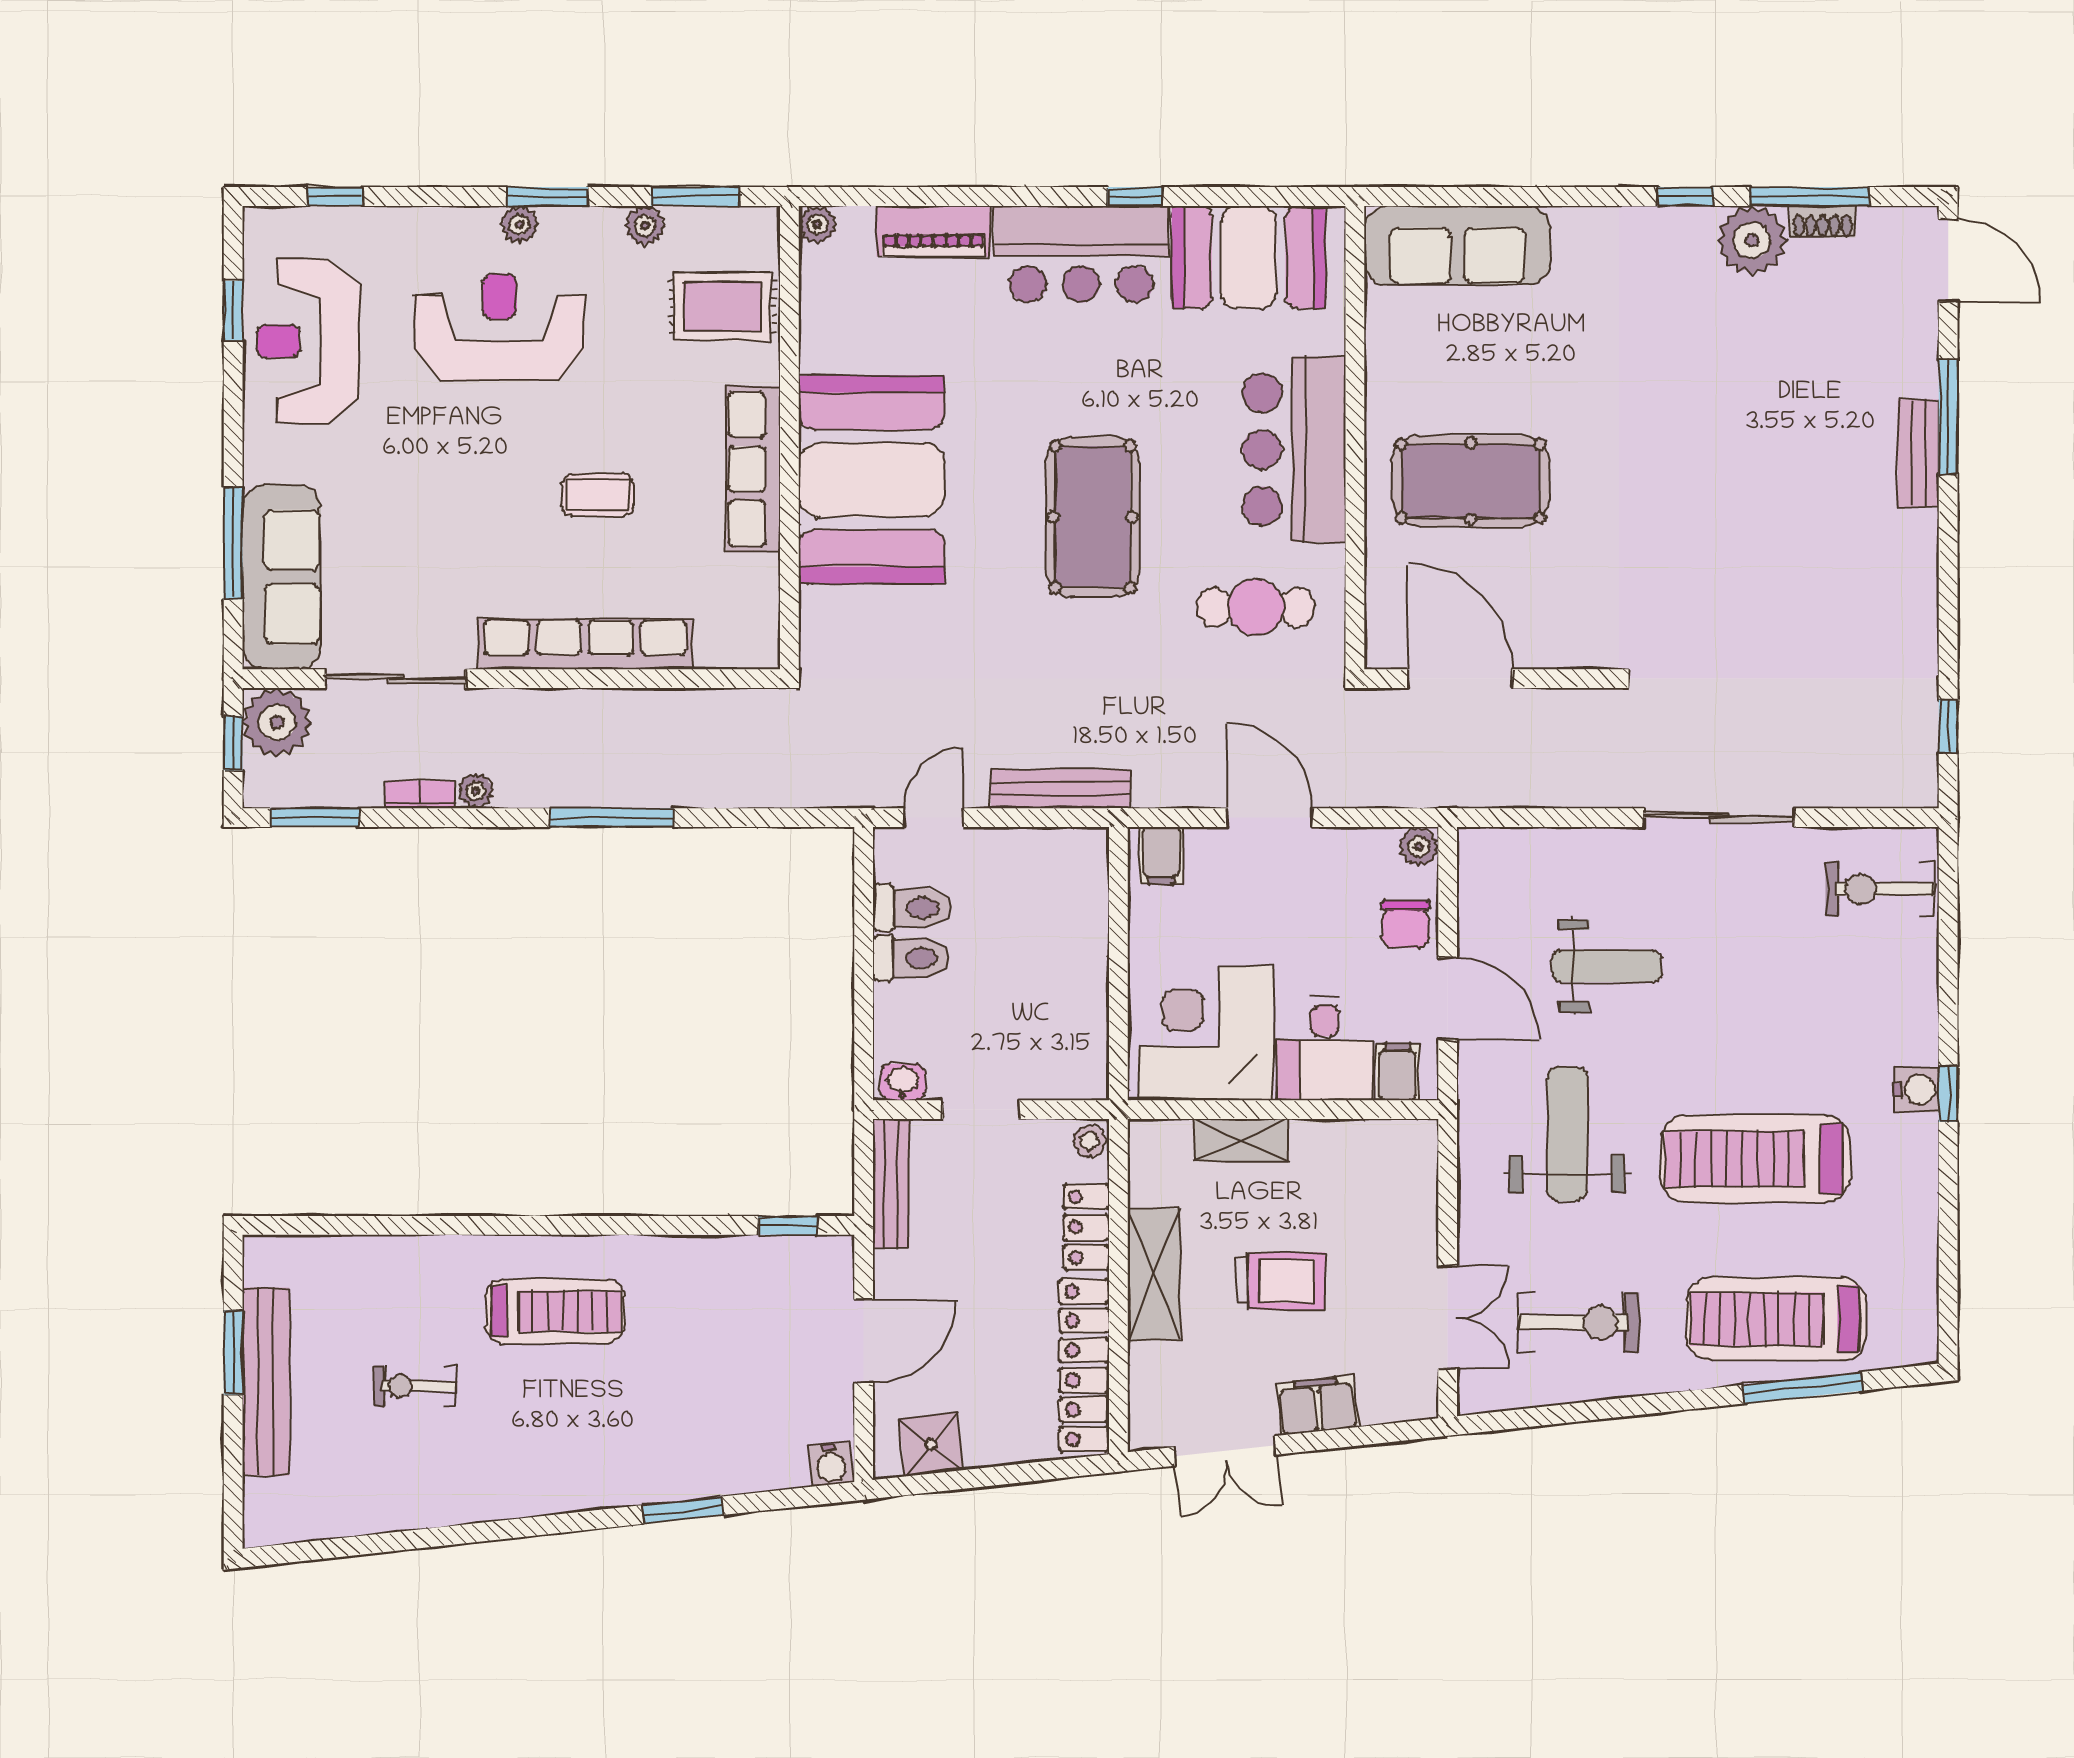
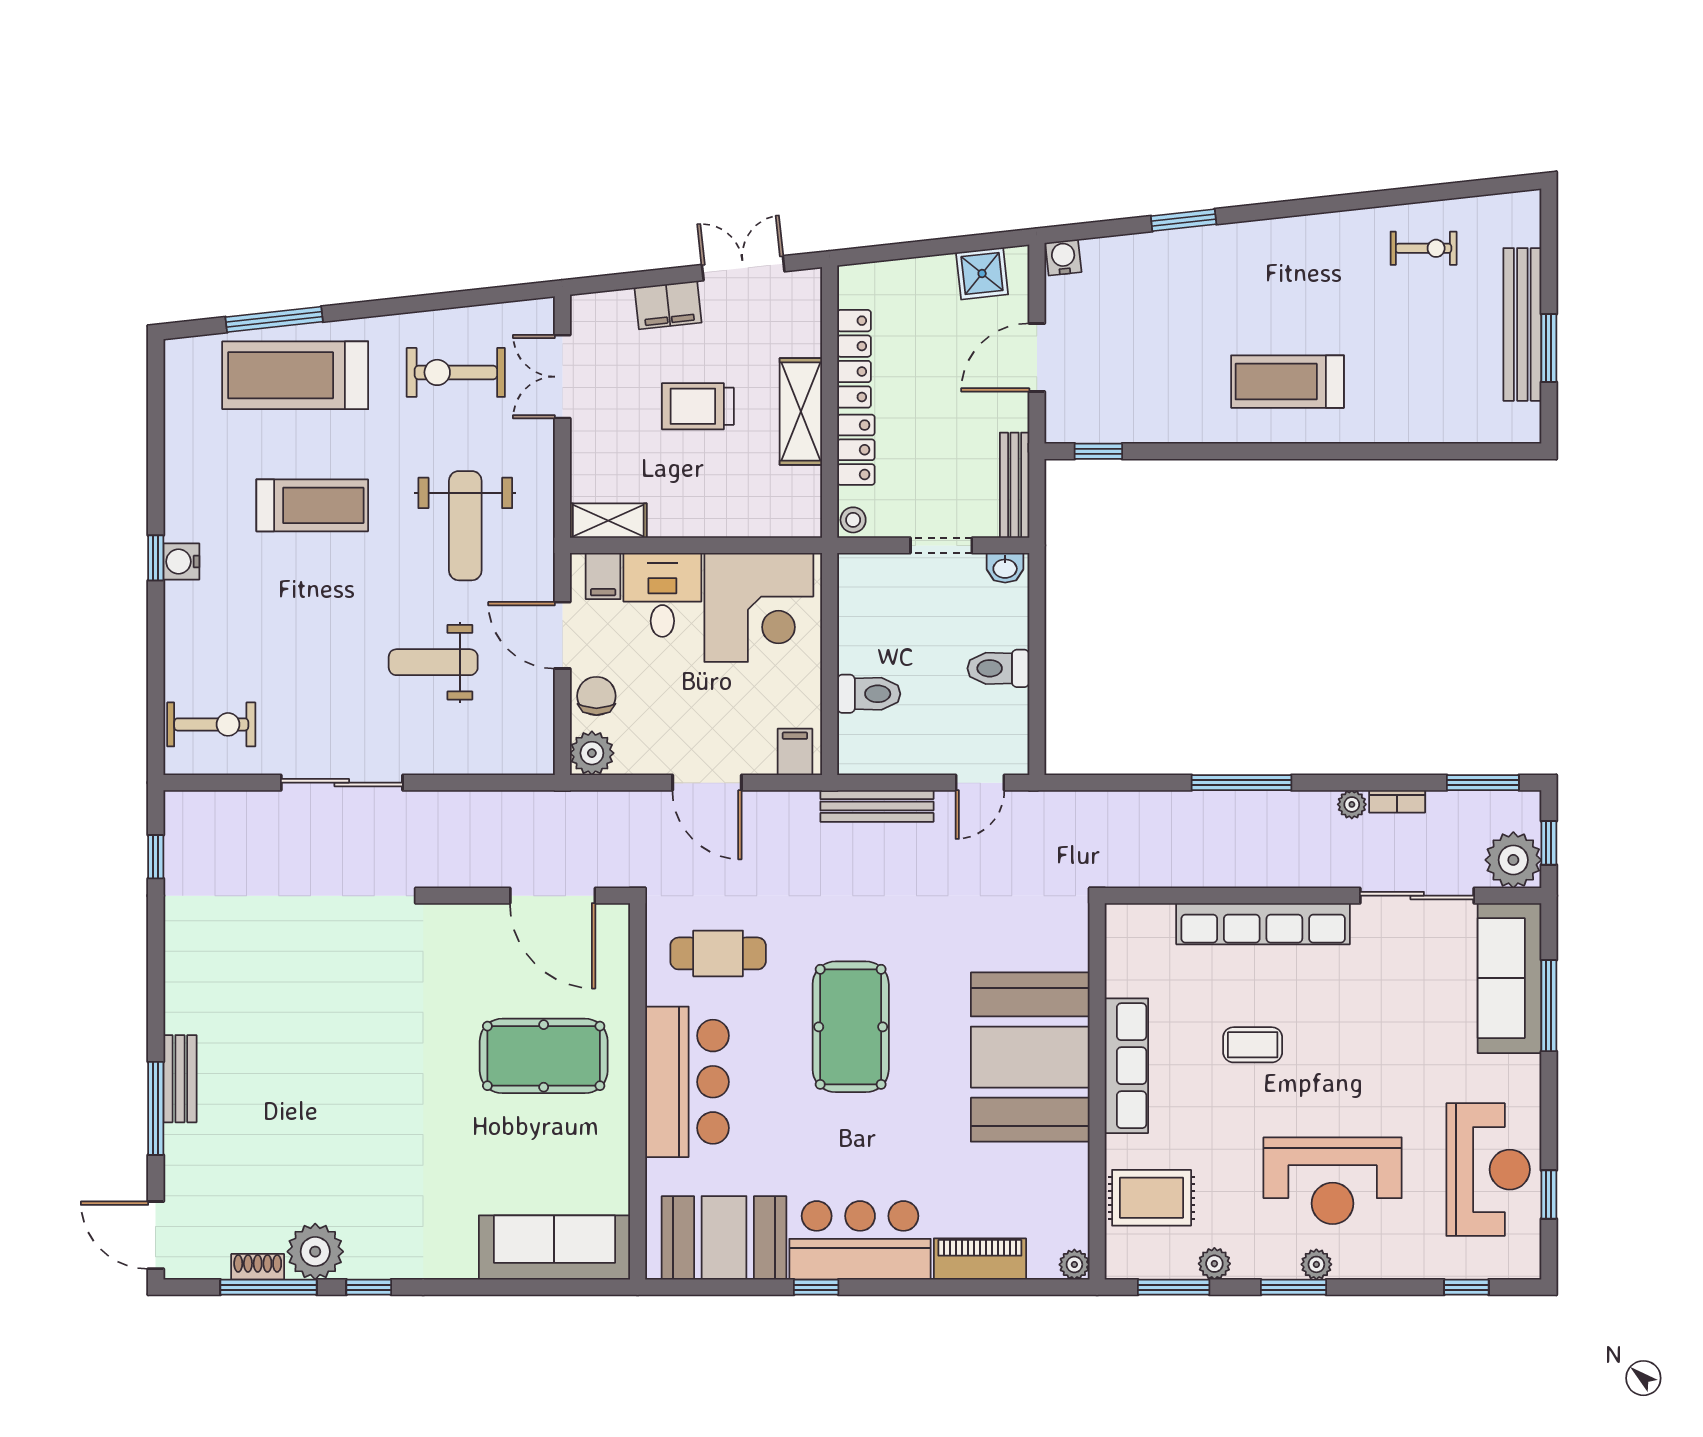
plant: (1419, 847) -> (592, 753), width x1.38, depth x1.38
toilet: (912, 908) -> (869, 694), moved, turned 180
shelving: (1241, 1140) -> (608, 521), moved
treadmill: (1756, 1159) -> (312, 505), width x0.73, depth x0.73
treadmill: (1776, 1319) -> (295, 375), turned 180
locker: (1084, 1365) -> (854, 359), width x0.71, depth x0.83
exercise bike: (415, 1386) -> (1424, 248), moved

